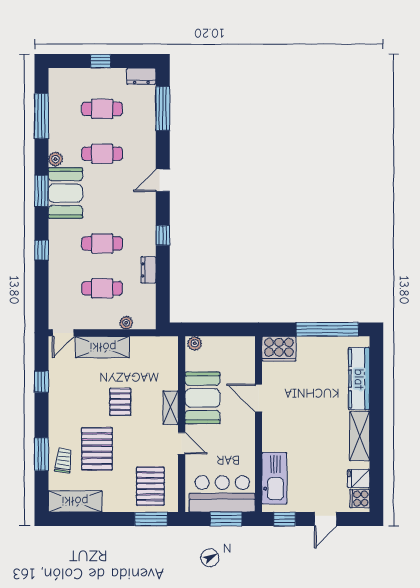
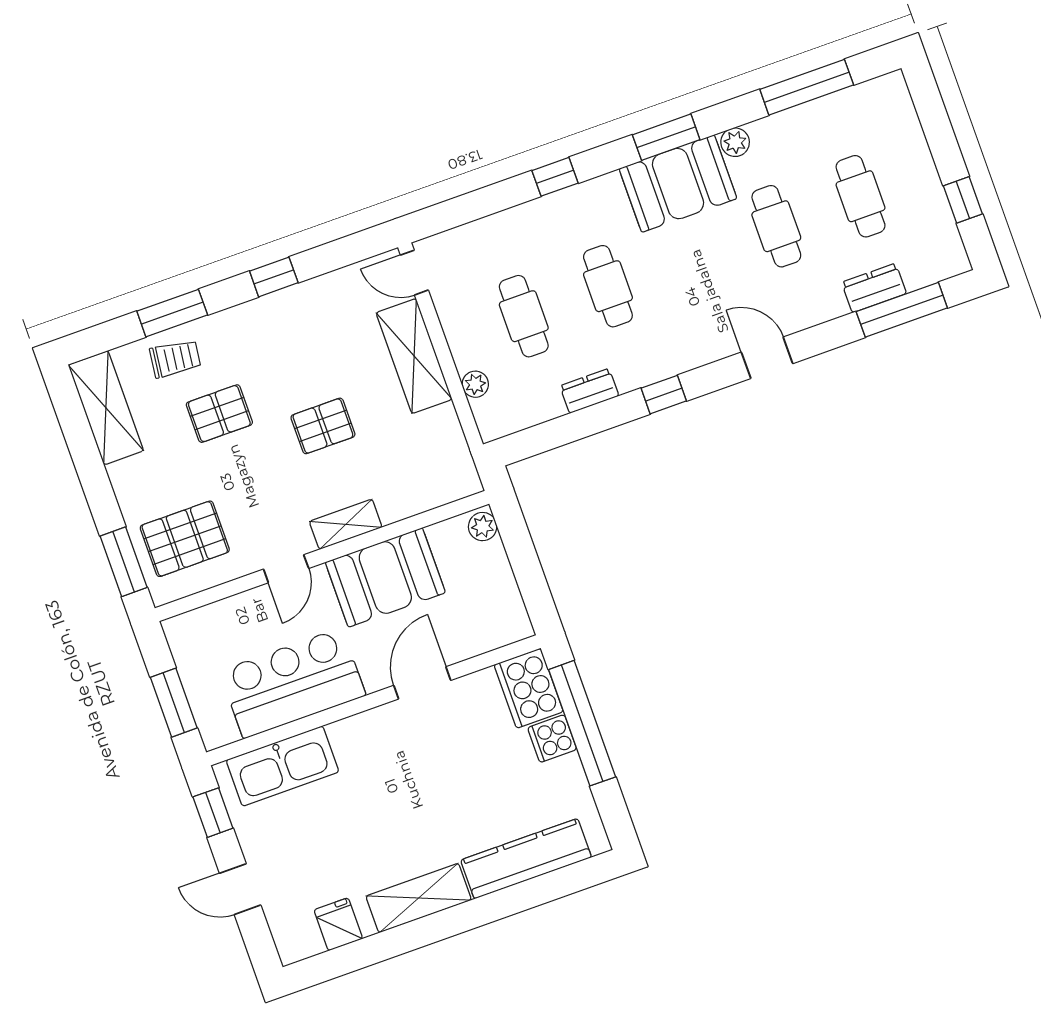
window: (101, 61) -> (963, 200), moved
dresser: (141, 76) -> (874, 288), moved, turned 90
window: (327, 329) -> (582, 723), moved
window: (41, 382) -> (274, 277), moved
pallet: (97, 449) -> (219, 414), width x0.67, depth x0.71
bar counter: (222, 494) -> (293, 683), moved, turned -90
cooker: (360, 499) -> (552, 739), moved, turned -90

